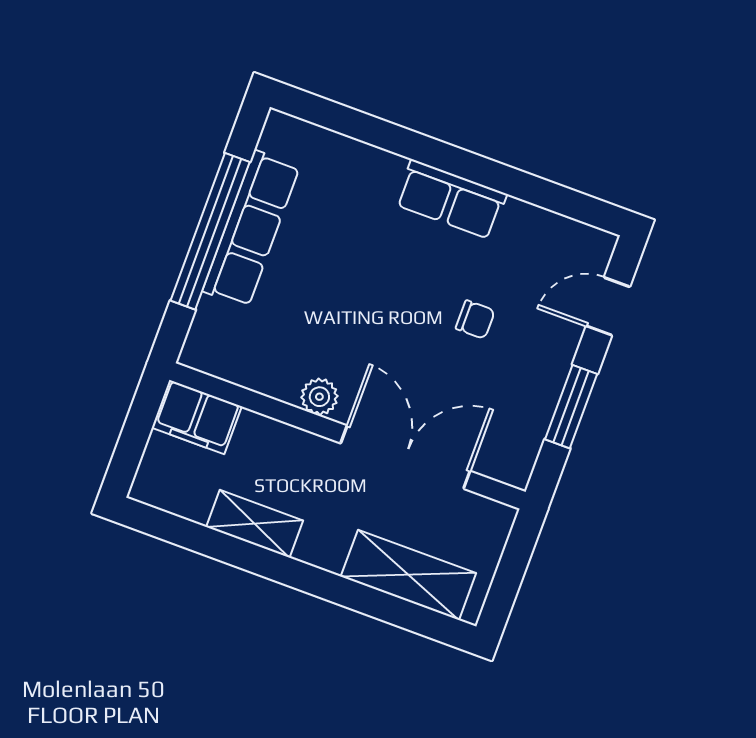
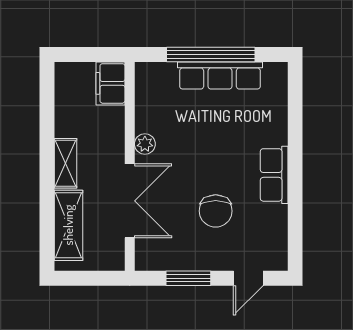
door: (608, 306) -> (248, 278), swing flipped
chair: (475, 320) -> (216, 211), width x1.87, depth x1.87
shelving: (255, 524) -> (66, 163), moved

